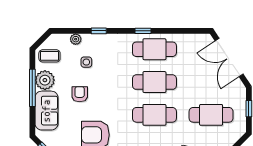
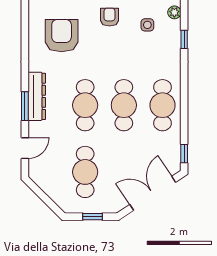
window: (143, 31) -> (184, 154), moved
armchair: (80, 94) -> (110, 17), turned -90

